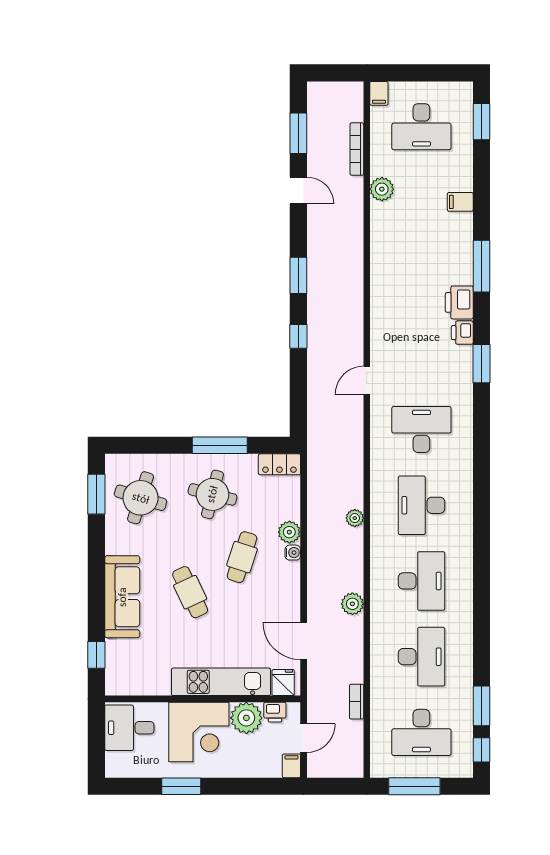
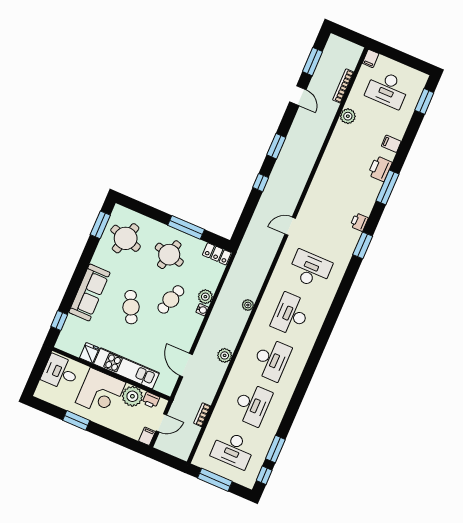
printer: (459, 302) -> (380, 169), moved
fridge: (283, 683) -> (89, 353), moved

